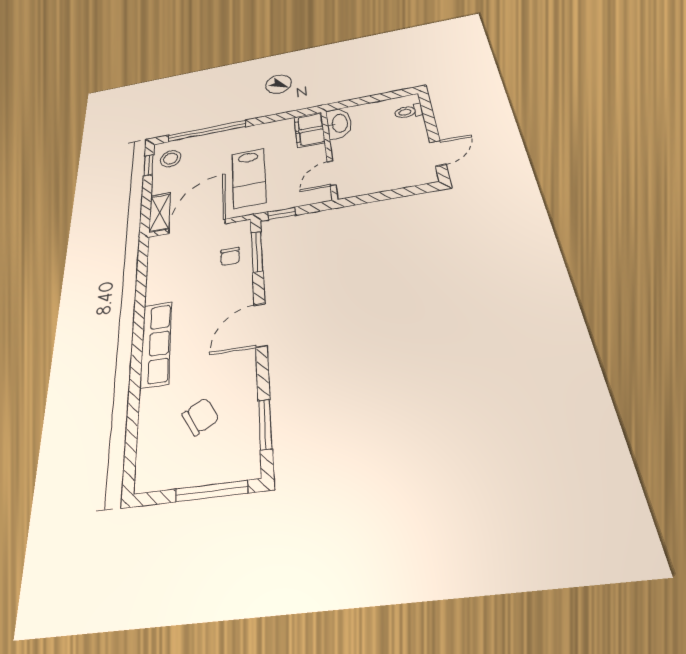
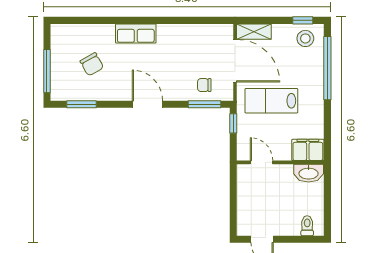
row of seats: (156, 344) -> (136, 33), width x0.68

